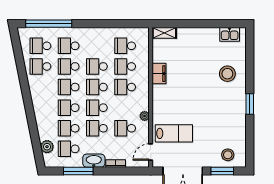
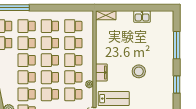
kitchen sink: (230, 34) -> (142, 17), moved
school desk: (97, 46) -> (50, 26), added
window: (250, 69) -> (177, 45), added
filing cabinet: (159, 74) -> (101, 72), moved
stool: (227, 74) -> (139, 71), moved
window: (250, 104) -> (177, 84), moved
school desk: (125, 108) -> (73, 77), added

